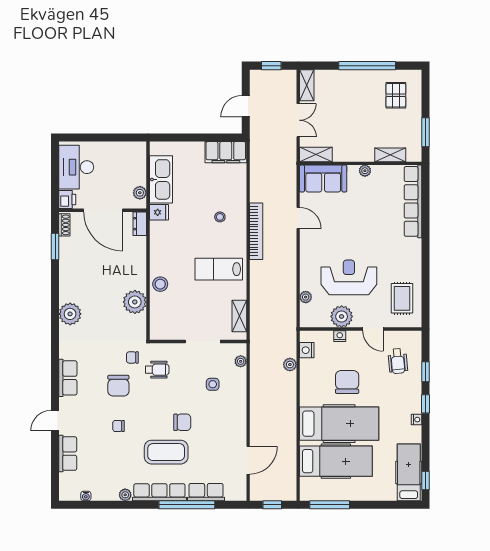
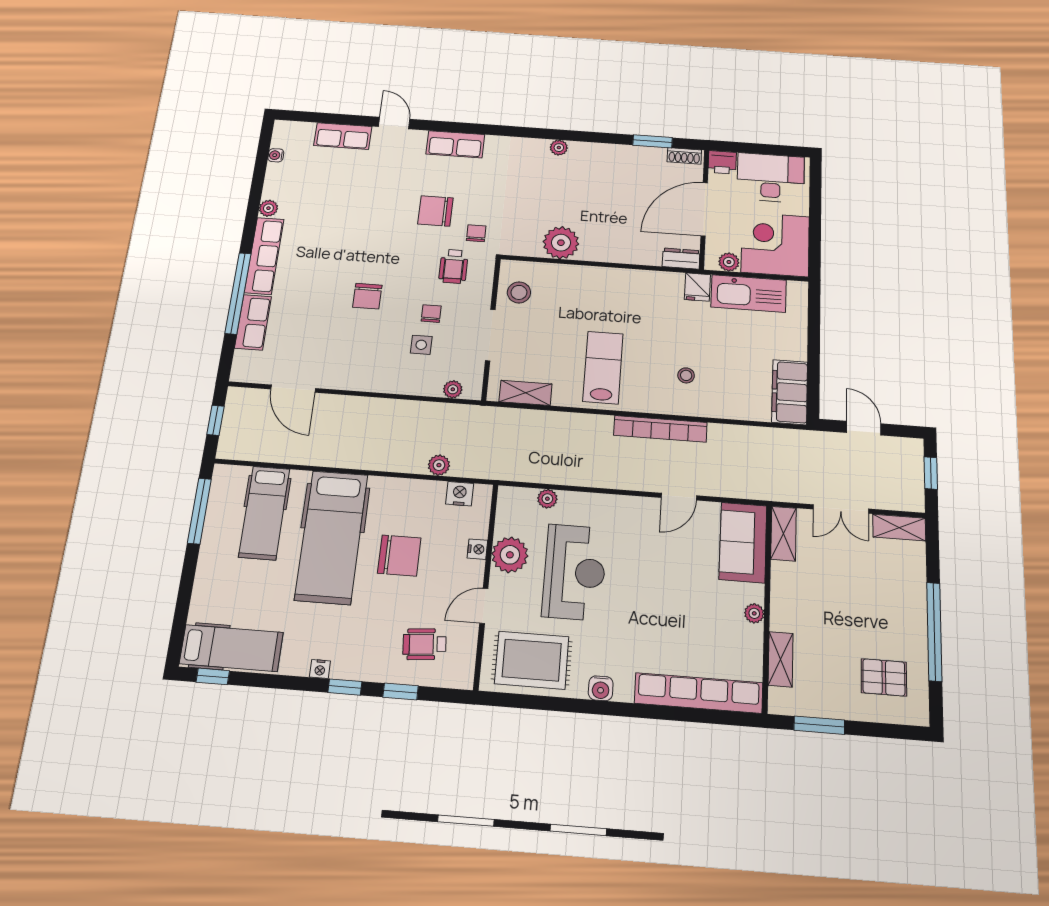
corner desk: (125, 163) -> (775, 244), added
water cooler: (415, 258) -> (601, 688), added
stool: (160, 284) -> (519, 292), moved
rug: (402, 298) -> (532, 660), width x1.36, depth x1.43
plant: (70, 314) -> (559, 148), width x0.53, depth x0.53
chair: (118, 426) -> (431, 314), moved
coffee table: (166, 452) -> (325, 270), removed
hospital bed: (336, 461) -> (264, 513), width x0.73, depth x0.78

